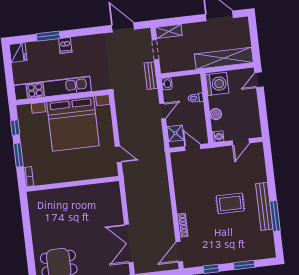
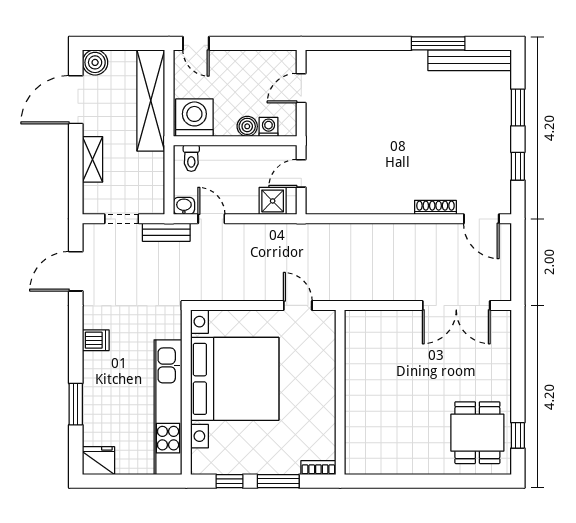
boiler: (242, 24) -> (95, 62), added
shelving: (169, 31) -> (92, 159), moved
dishwasher: (65, 45) -> (96, 340), moved
toilet: (196, 98) -> (191, 158), moved
door: (163, 111) -> (211, 219), moved
washing machine: (218, 137) -> (269, 127), moved
door: (241, 142) -> (301, 88), swing flipped
door: (118, 154) -> (298, 305), hinge flipped
rug: (230, 203) -> (407, 119), removed
bench: (264, 206) -> (470, 60), moved

